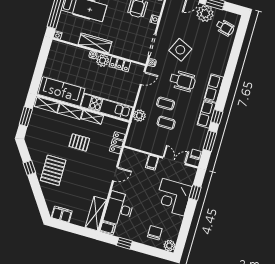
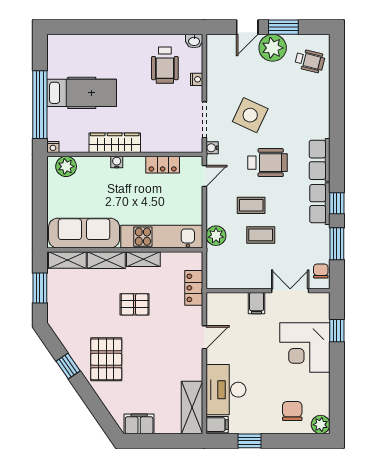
plant: (103, 60) -> (66, 166), moved

